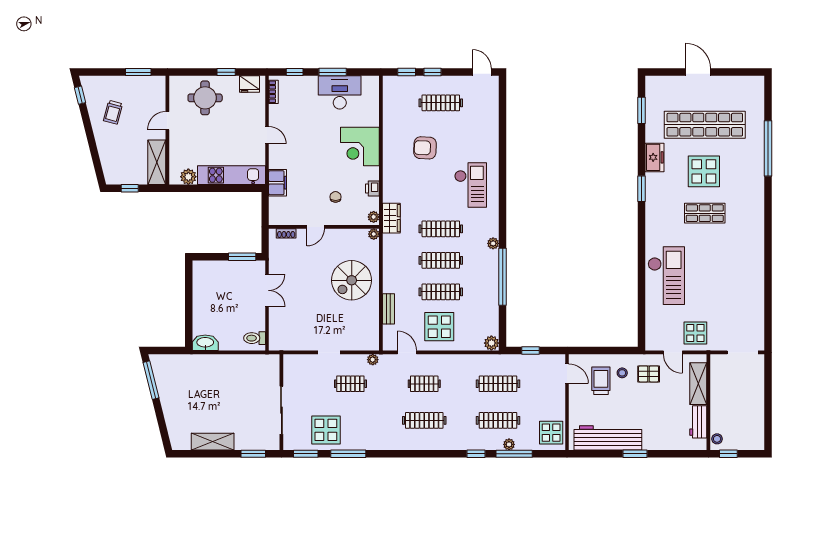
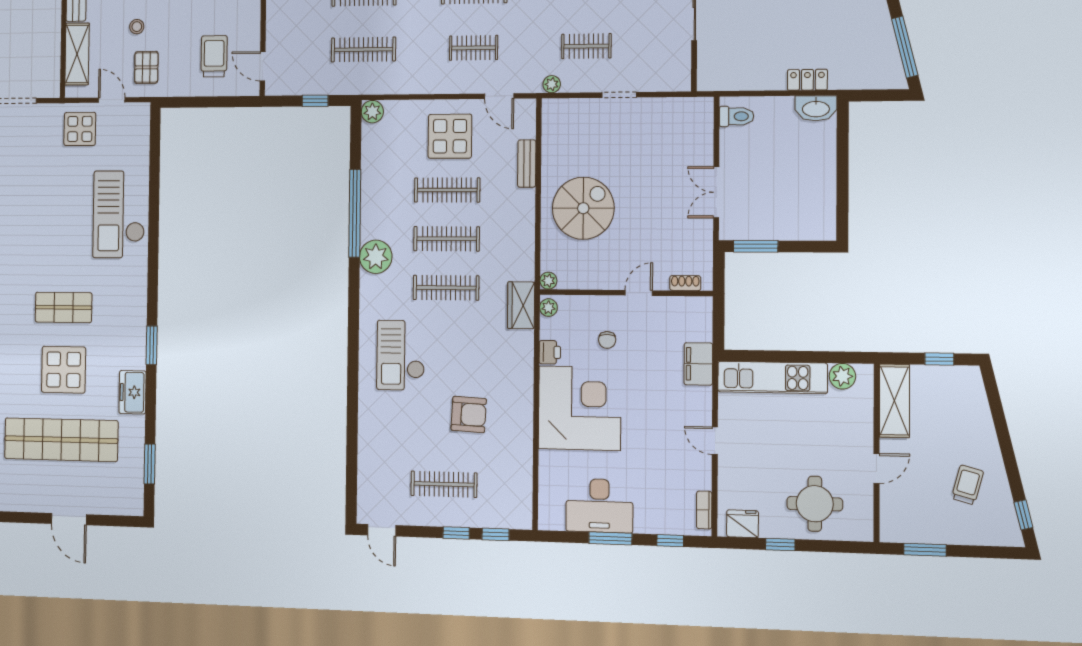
corner desk: (360, 147) -> (580, 408), width x1.36, depth x1.36
plant: (493, 243) -> (376, 257), width x1.88, depth x1.88
locker: (210, 361) -> (807, 80), added
stool: (622, 373) -> (137, 27), moved
pallet: (649, 374) -> (146, 67), turned 90
trolley: (601, 381) -> (214, 56), turned 180

